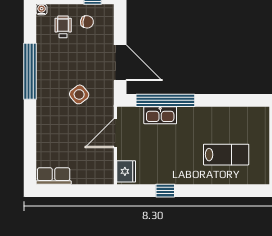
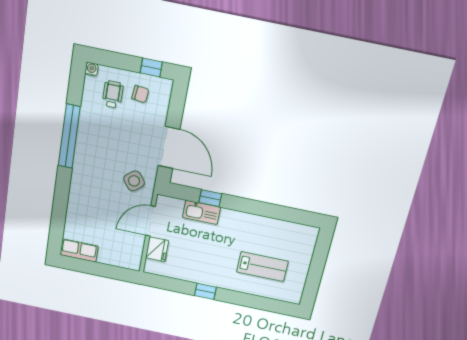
side table: (79, 94) -> (134, 181), moved
window: (165, 100) -> (210, 198), width x0.32
fridge: (126, 171) -> (157, 249), moved
window: (165, 191) -> (205, 291), moved

